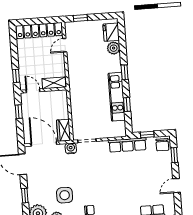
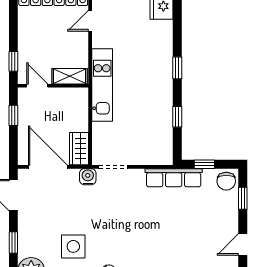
plant: (114, 48) -> (163, 30), removed
kitchen unit: (117, 97) -> (102, 85), moved, turned 180

